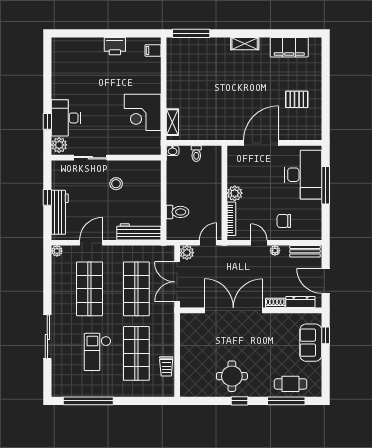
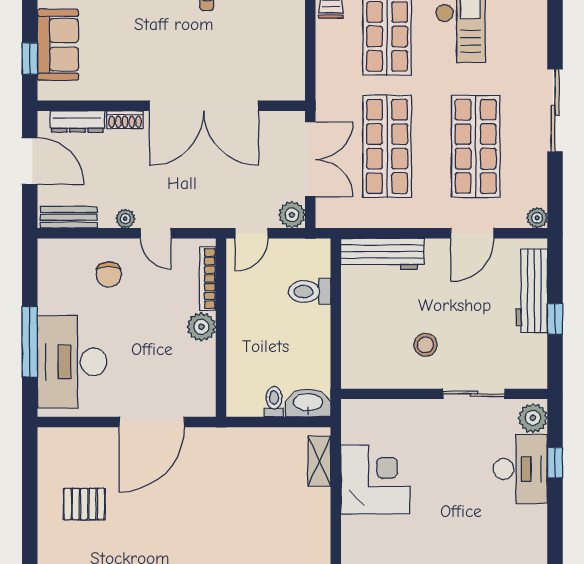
washbasin: (173, 151) -> (308, 403), width x1.91, depth x1.45
chair: (284, 221) -> (109, 274), turned 90
sliding door: (47, 337) -> (555, 110), moved

